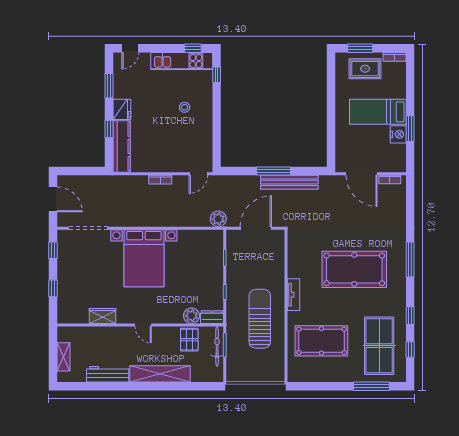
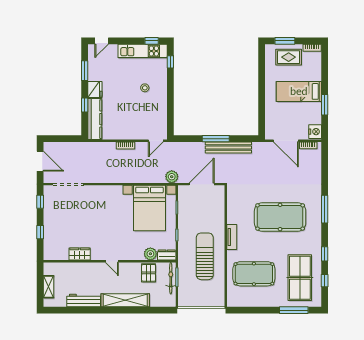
nightstand: (398, 134) -> (315, 132), moved
bed with nightstands: (144, 258) -> (149, 208), moved

